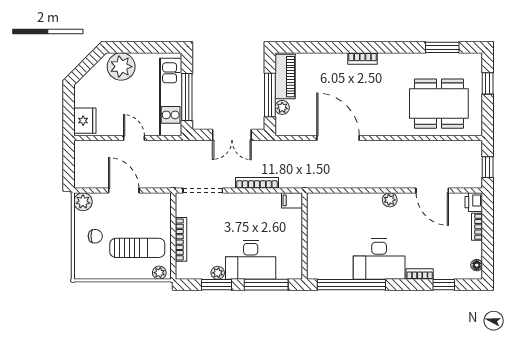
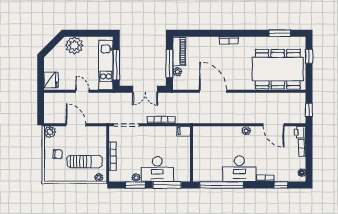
dining table: (439, 104) -> (278, 69), width x1.36, depth x1.24

